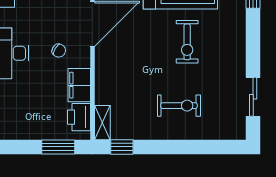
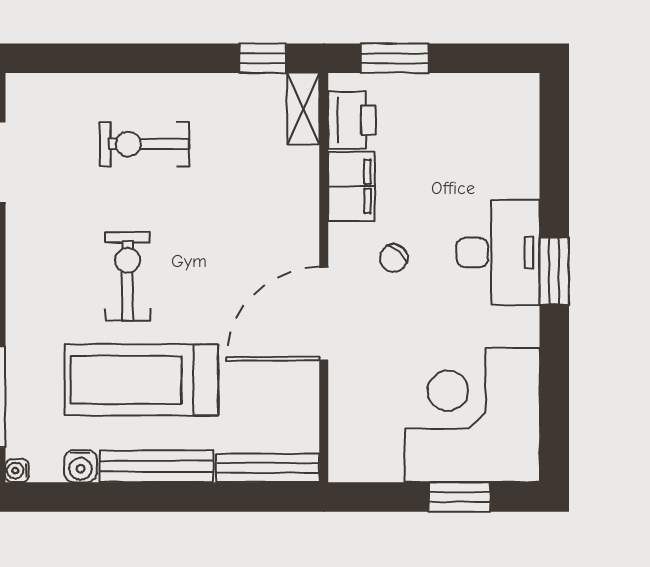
chair: (59, 51) -> (394, 258), turned -79

